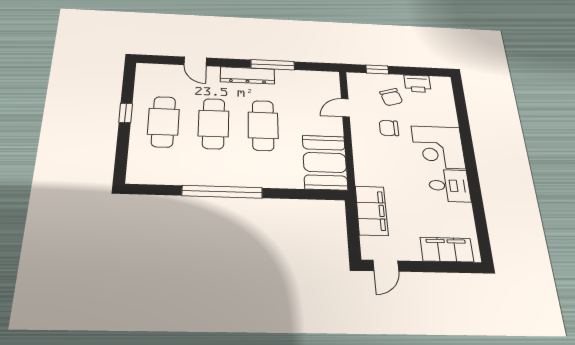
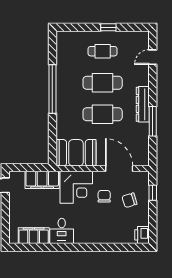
door: (195, 61) -> (153, 57), moved
printer: (417, 84) -> (142, 235), moved
door: (345, 108) -> (119, 169), width x1.88
cafe table: (163, 122) -> (103, 51), width x0.73, depth x0.74
corner desk: (438, 147) -> (76, 187), moved, turned 180
filing cabinet: (447, 250) -> (34, 236), moved, turned -90

